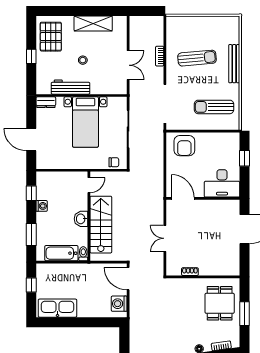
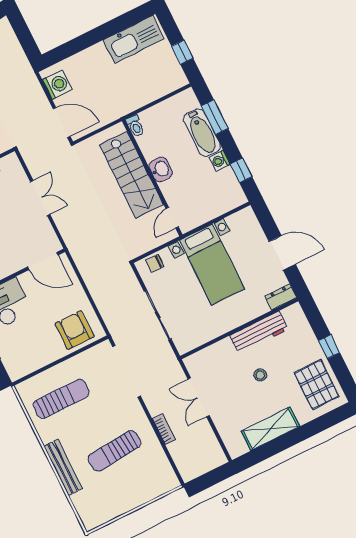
bed with nightstands: (85, 122) -> (212, 264), moved, turned 180
door: (31, 140) -> (282, 253), moved
bathtub: (61, 253) -> (202, 133), moved, turned 90

